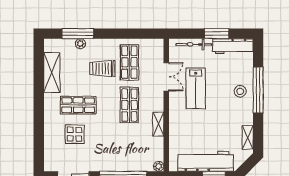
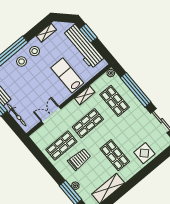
trolley: (102, 69) -> (79, 159), turned -90
lab bench: (196, 88) -> (67, 75), moved, turned -90
stool: (240, 112) -> (35, 51), added
display table: (74, 134) -> (144, 153), moved
shop shelf: (129, 148) -> (115, 101), added

